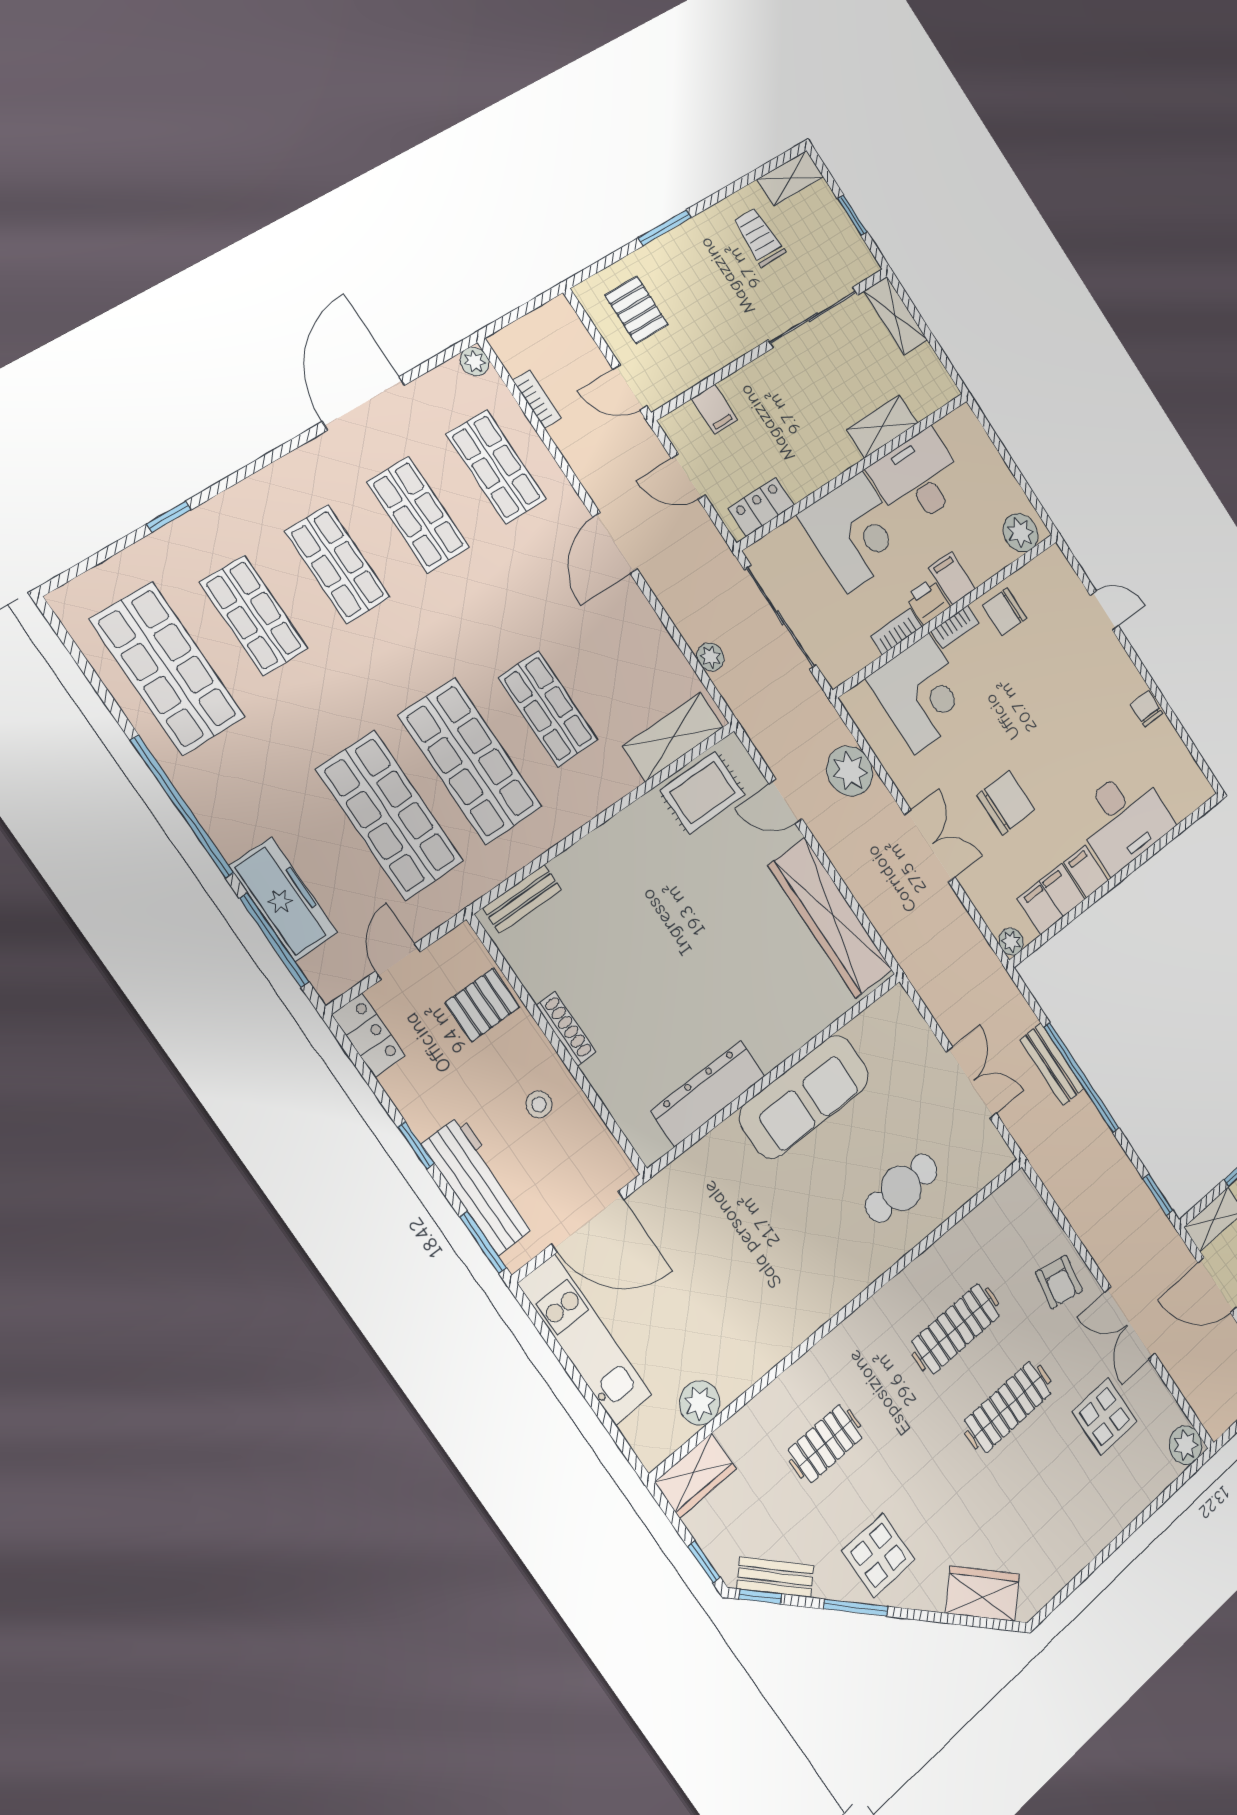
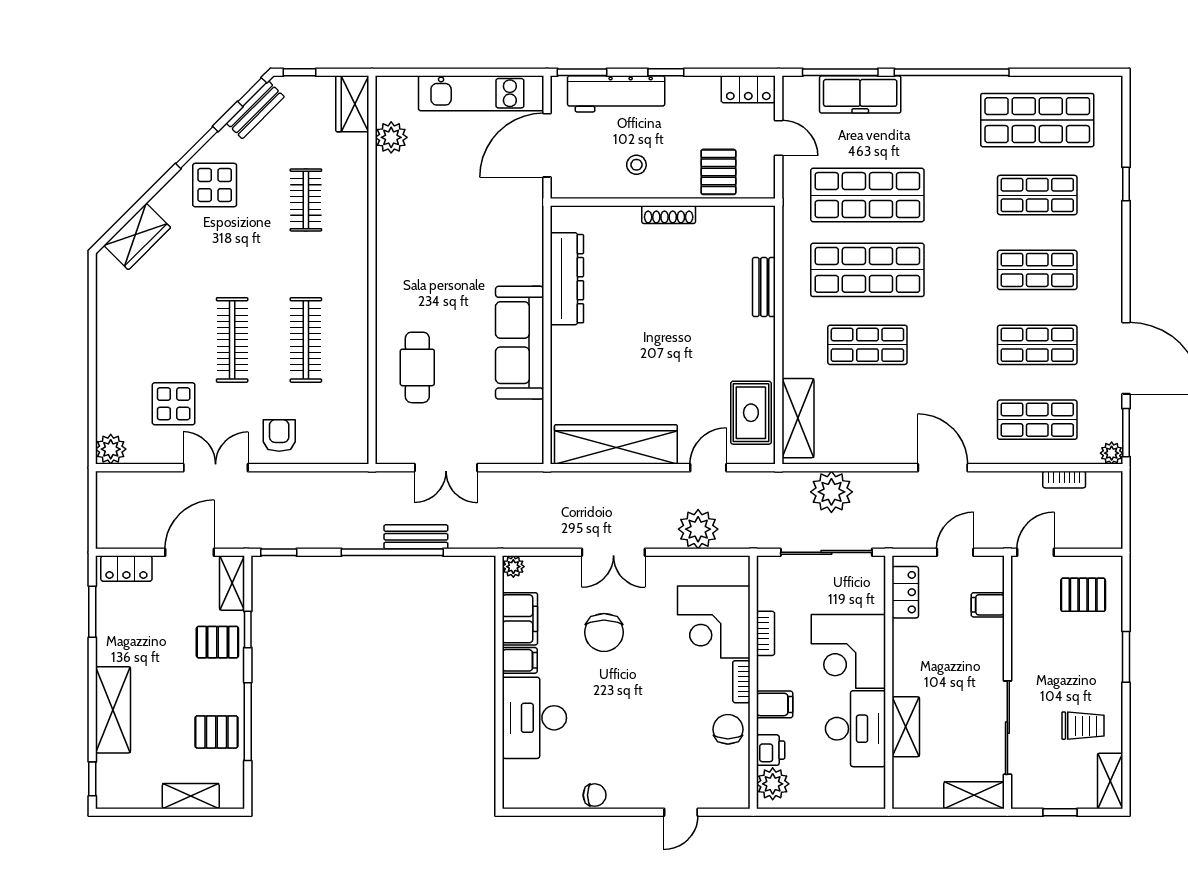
window: (443, 357) -> (1126, 433), added
printer: (928, 601) -> (771, 750), moved
plant: (710, 657) -> (831, 492), width x1.88, depth x1.88
bench: (522, 899) -> (764, 287), moved
armchair: (1059, 1282) -> (279, 436), turned 80

